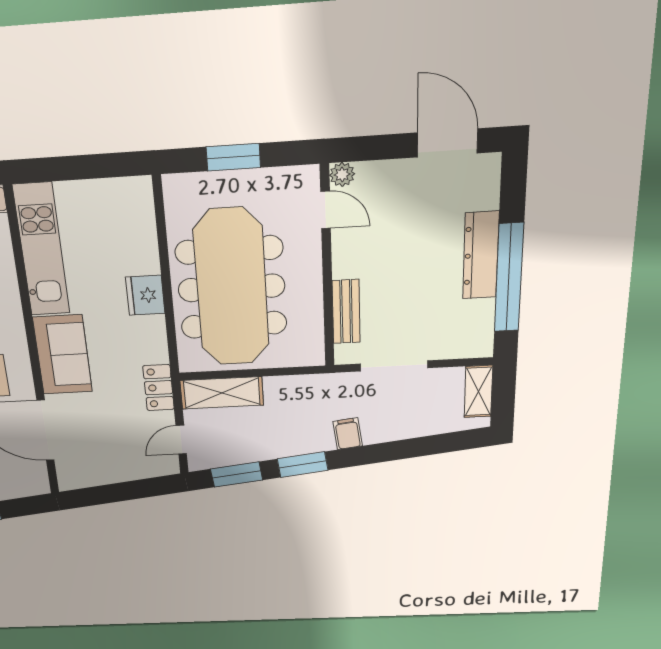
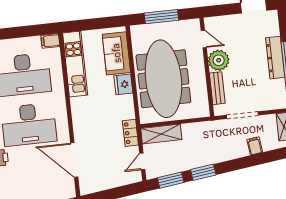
window: (233, 157) -> (161, 17), width x1.44
plant: (342, 175) -> (219, 60), moved, width x1.87, depth x1.87
sofa: (63, 355) -> (116, 53), moved, turned 180
filing cabinet: (348, 434) -> (255, 146), moved

